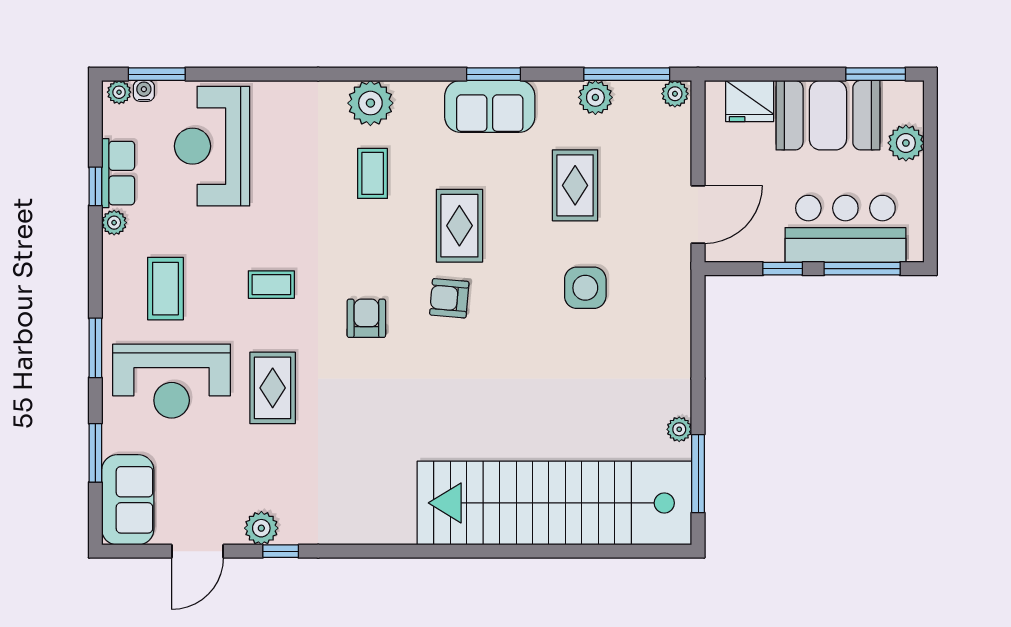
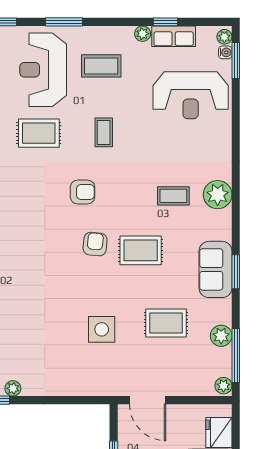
reception desk: (212, 146) -> (191, 95), turned 180

